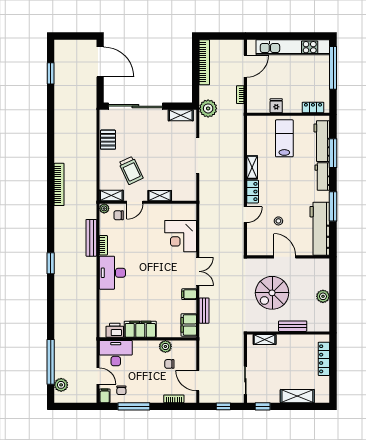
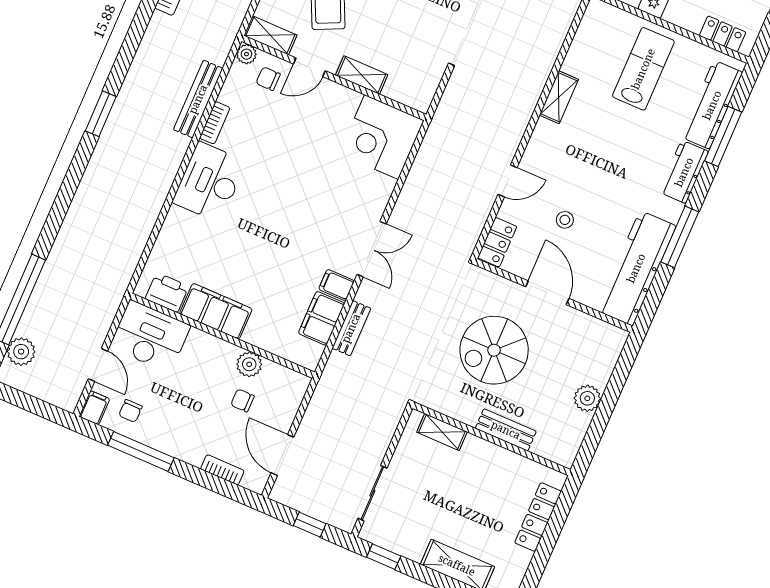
locker: (253, 192) -> (497, 242), moved
corner desk: (181, 236) -> (382, 137), moved
filing cabinet: (189, 325) -> (321, 318), moved

